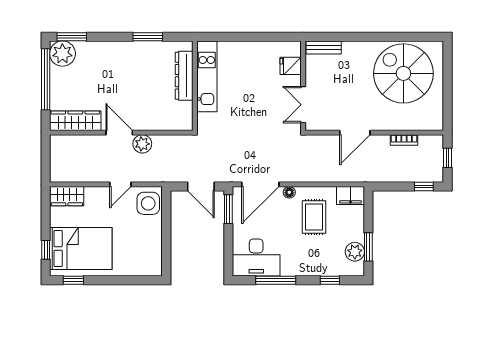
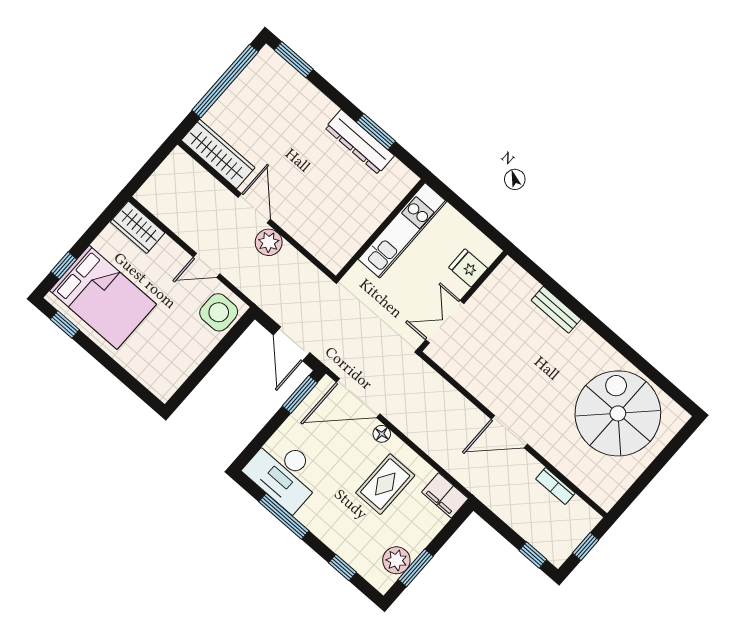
plant: (62, 54) -> (268, 69), removed
fridge: (291, 66) -> (468, 268), moved
dresser: (184, 76) -> (360, 142), moved, turned -90
wall: (303, 86) -> (463, 301), moved
double door: (303, 105) -> (445, 322), moved

